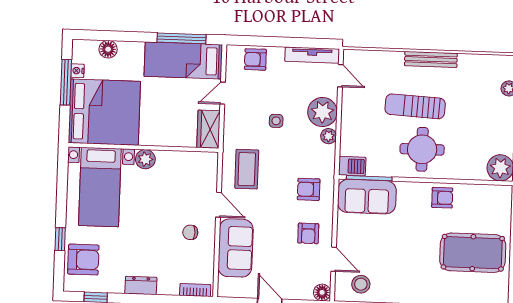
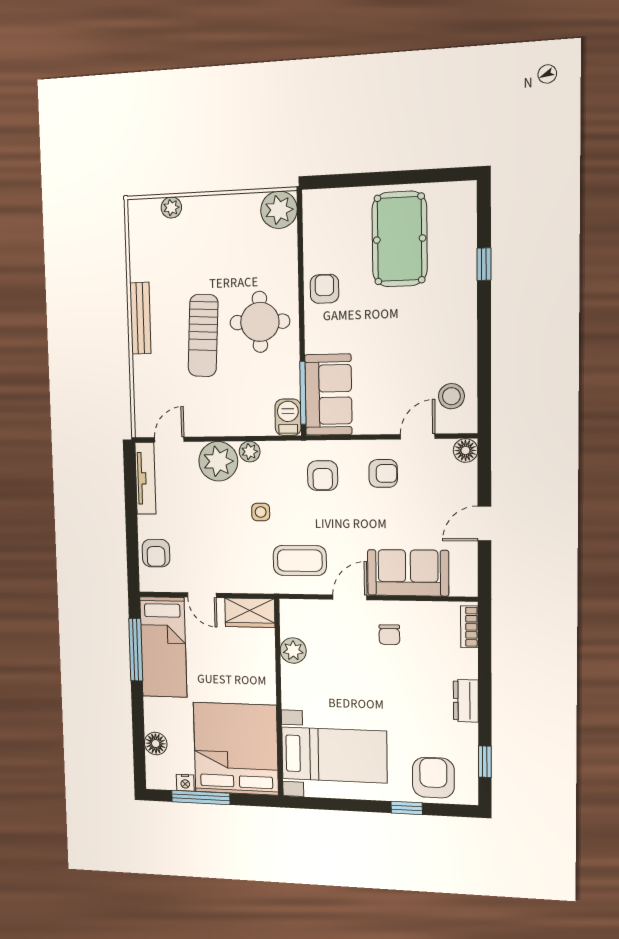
side table: (276, 121) -> (261, 512), moved
plant: (145, 159) -> (293, 651), moved

